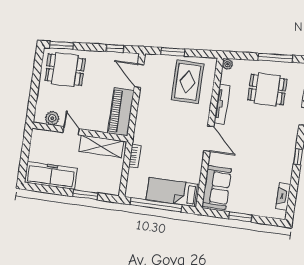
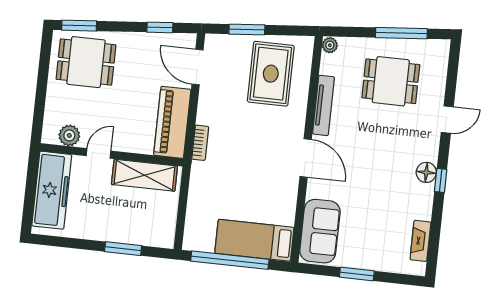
door: (71, 131) -> (98, 153), hinge flipped
floor lamp: (289, 151) -> (426, 172), added
bookcase: (135, 156) -> (200, 143), moved
freezer: (51, 175) -> (52, 190), moved, turned 90

